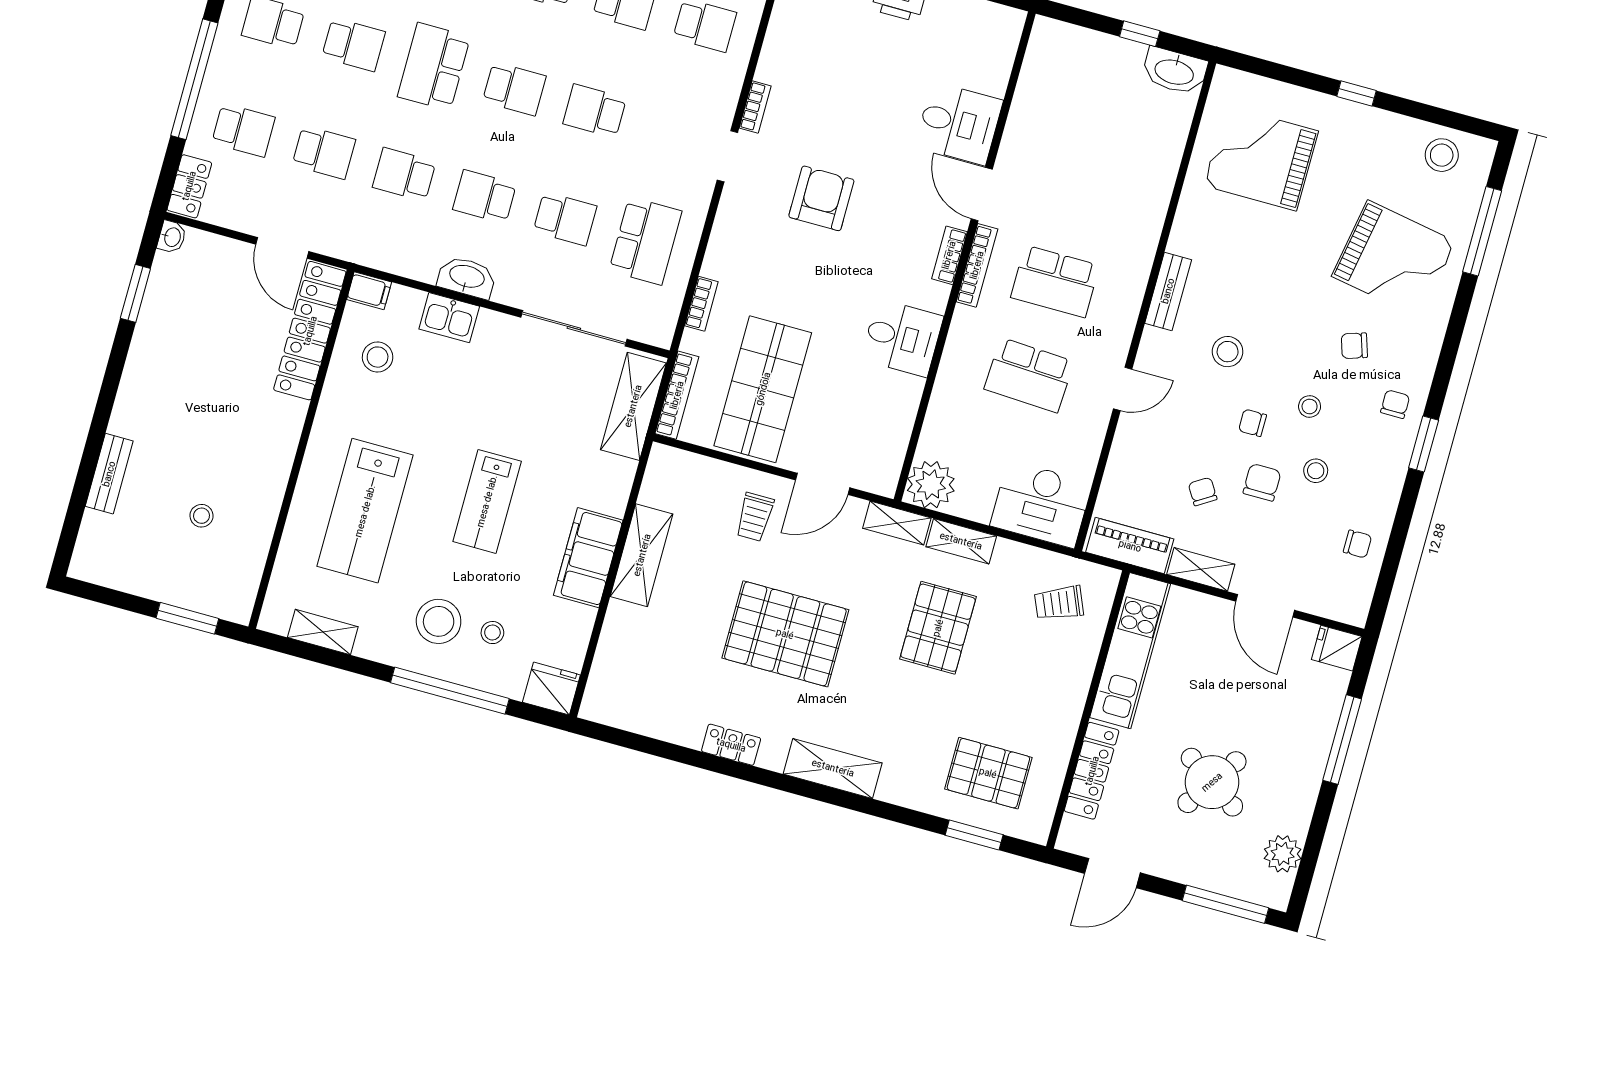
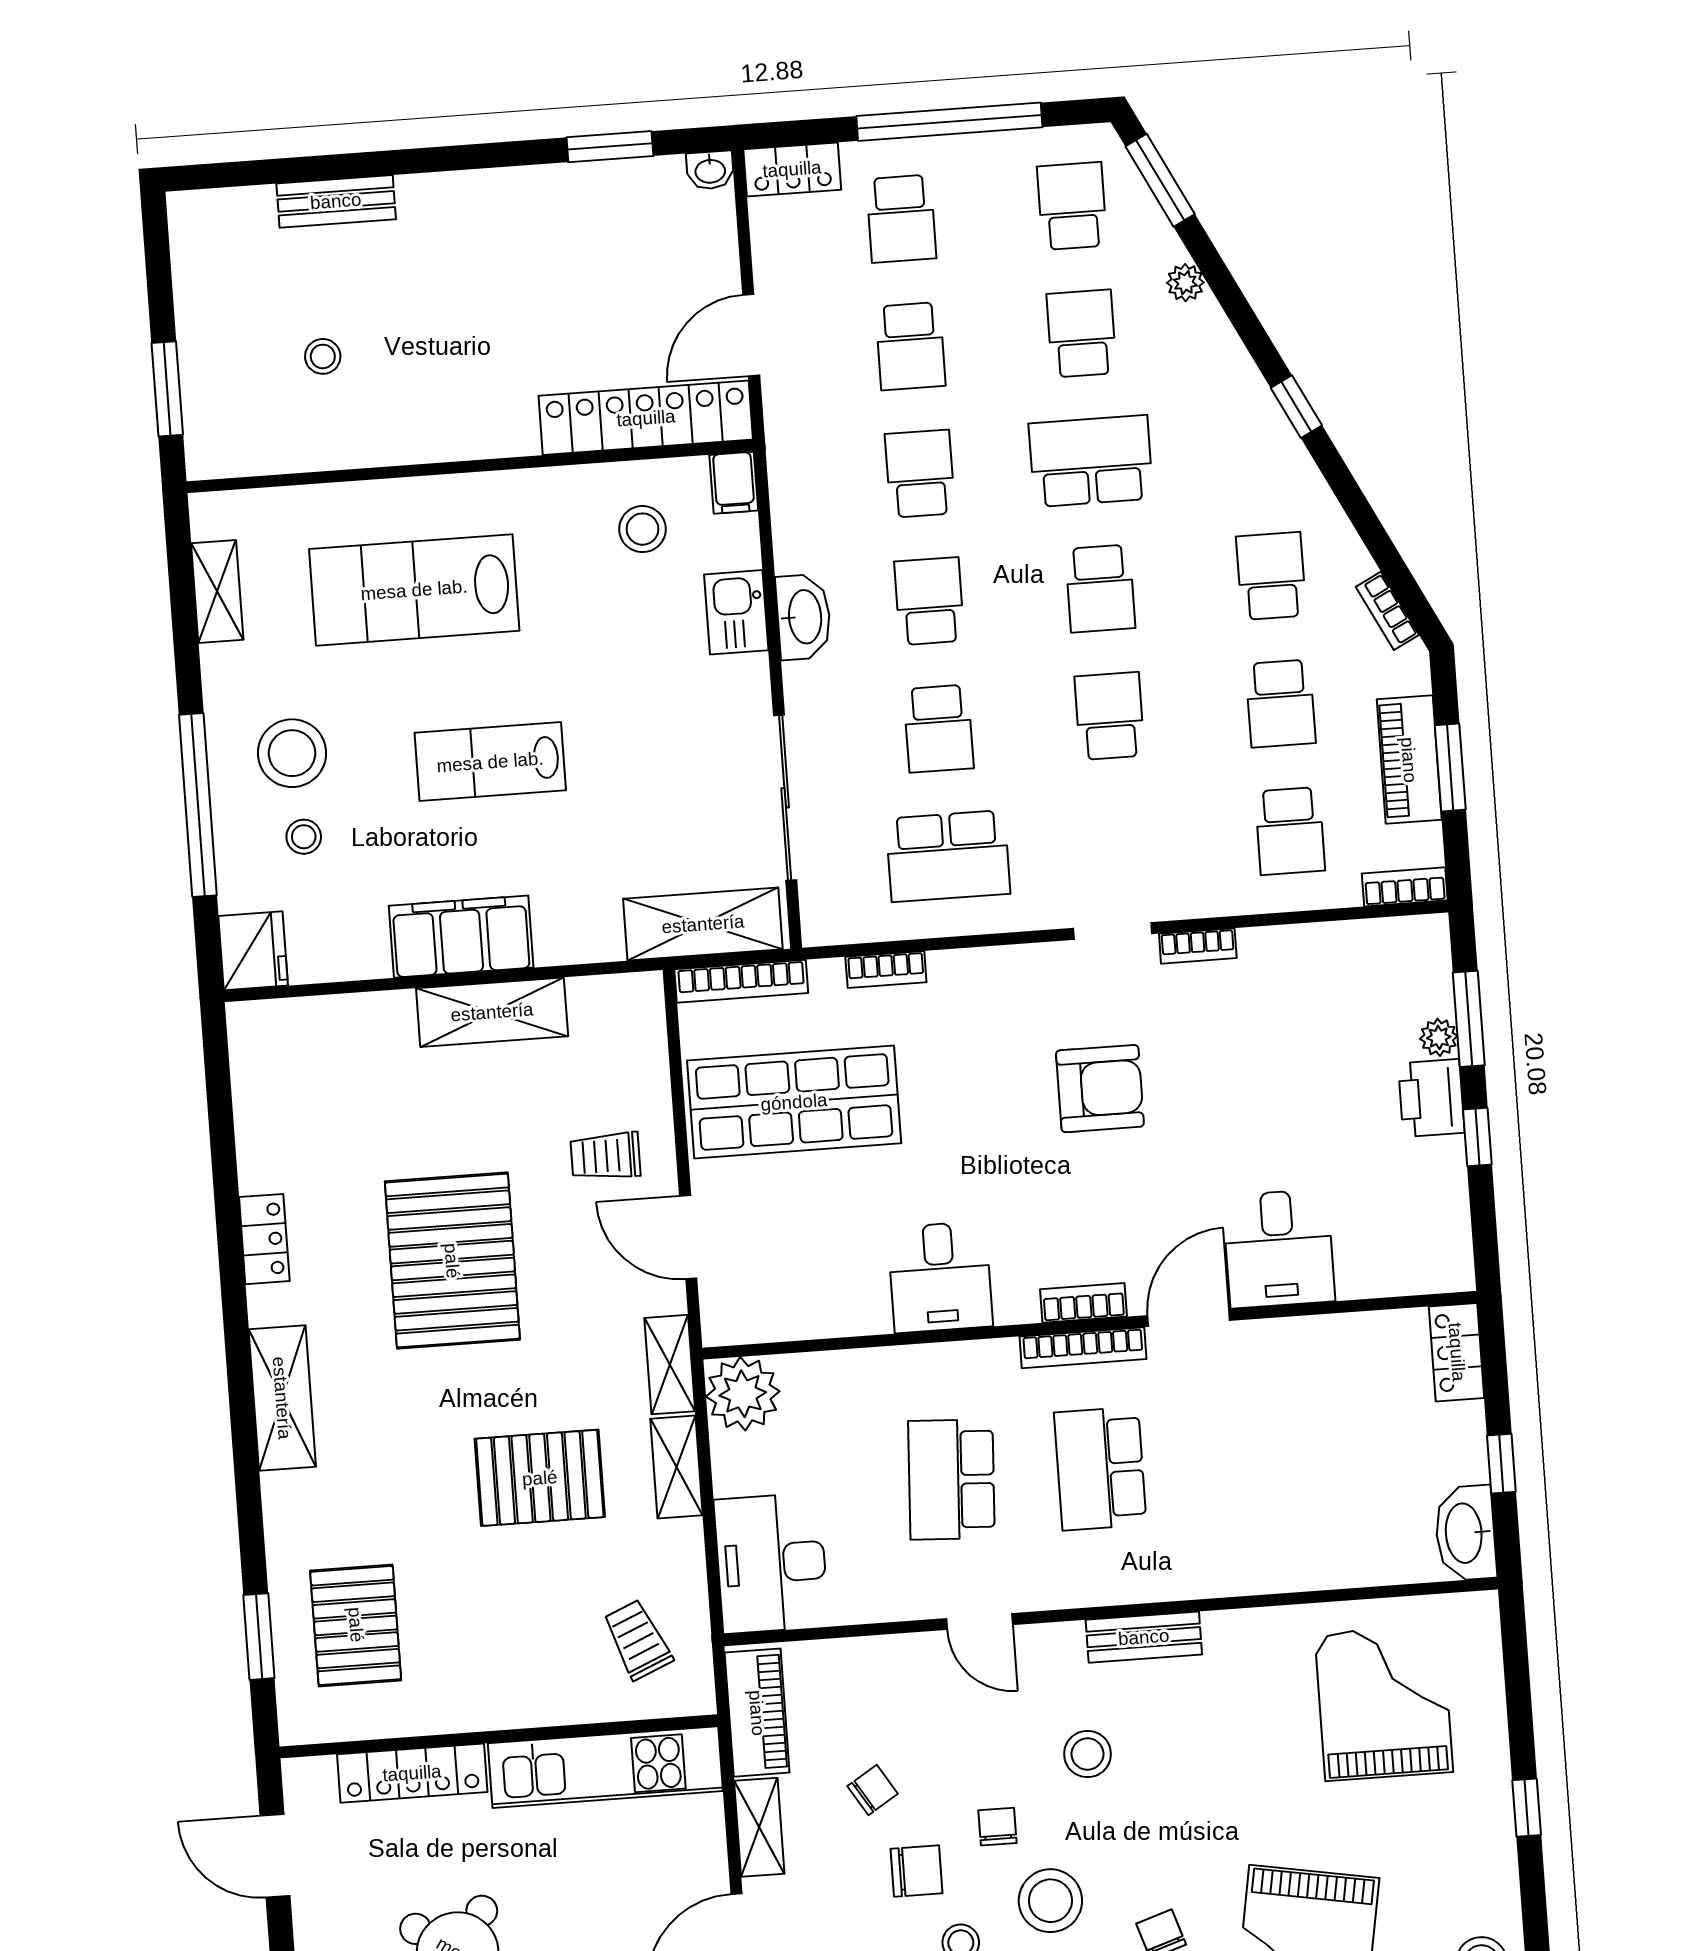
locker: (1061, 37) -> (1457, 1352), added
school desk: (353, 45) -> (1081, 334), turned 180
stool: (1310, 406) -> (1050, 1901), width x1.89, depth x1.89

